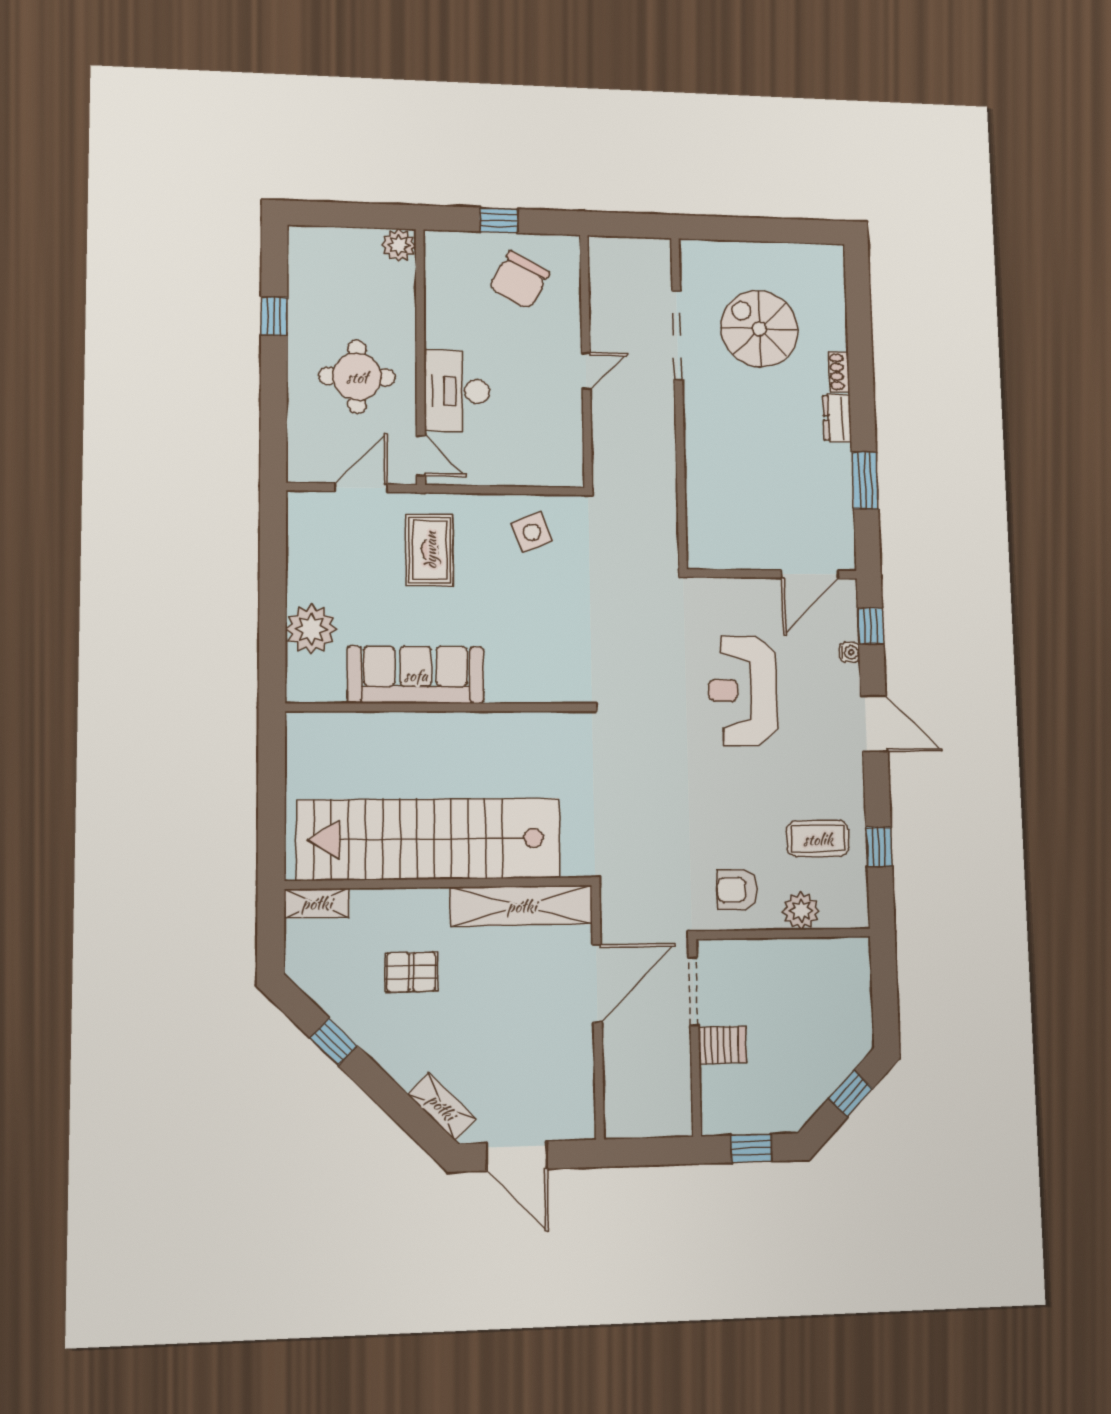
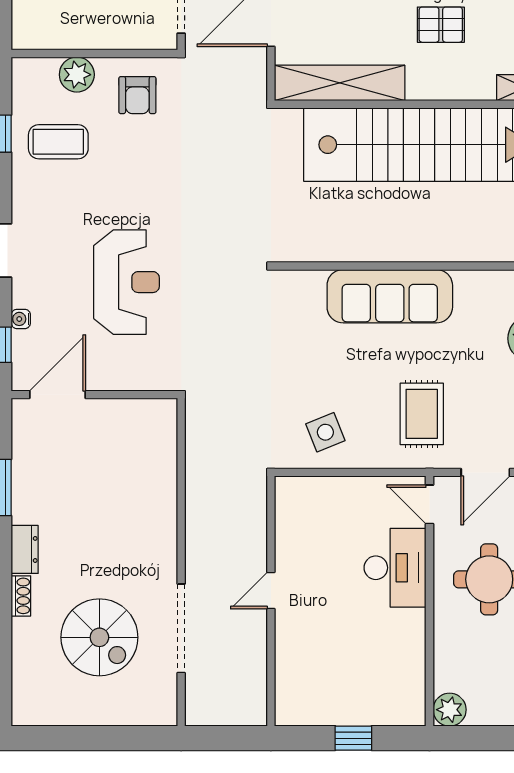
chair: (519, 280) -> (334, 679), removed
sofa: (416, 675) -> (390, 296), moved
armchair: (737, 889) -> (137, 95), turned 90

